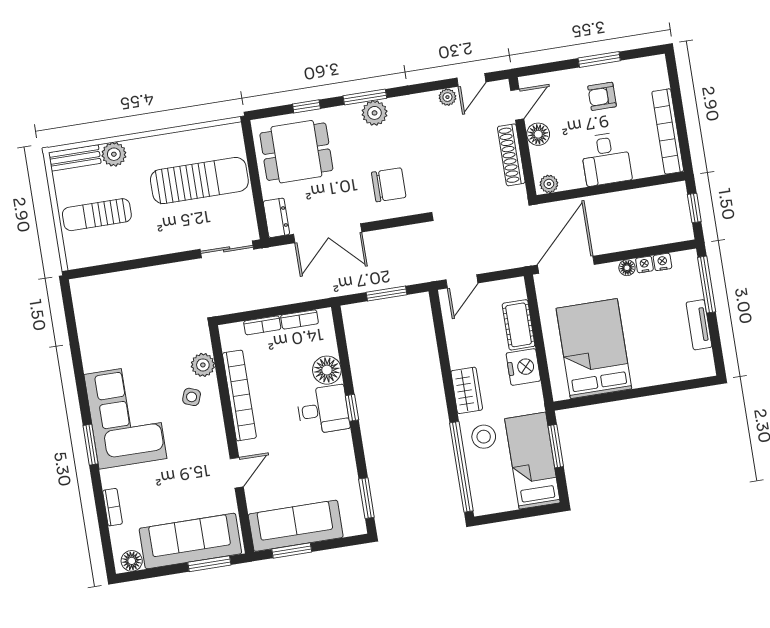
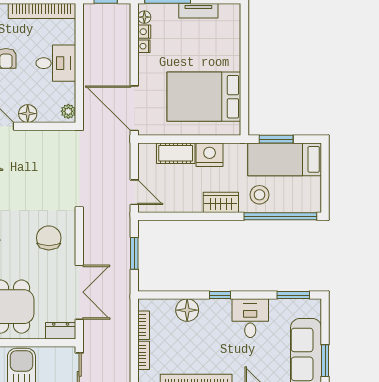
shoe rack: (511, 155) -> (41, 137), removed
floor lamp: (627, 268) -> (144, 17), moved
desk: (323, 410) -> (250, 318), moved

